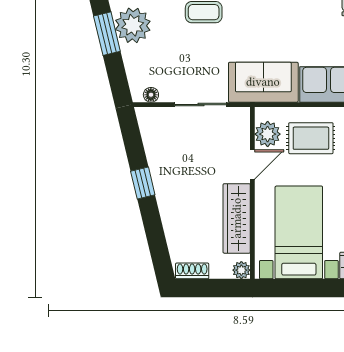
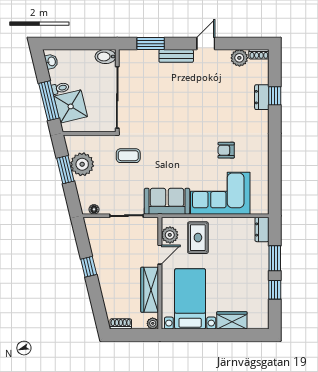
rug: (311, 138) -> (198, 238), turned 90

